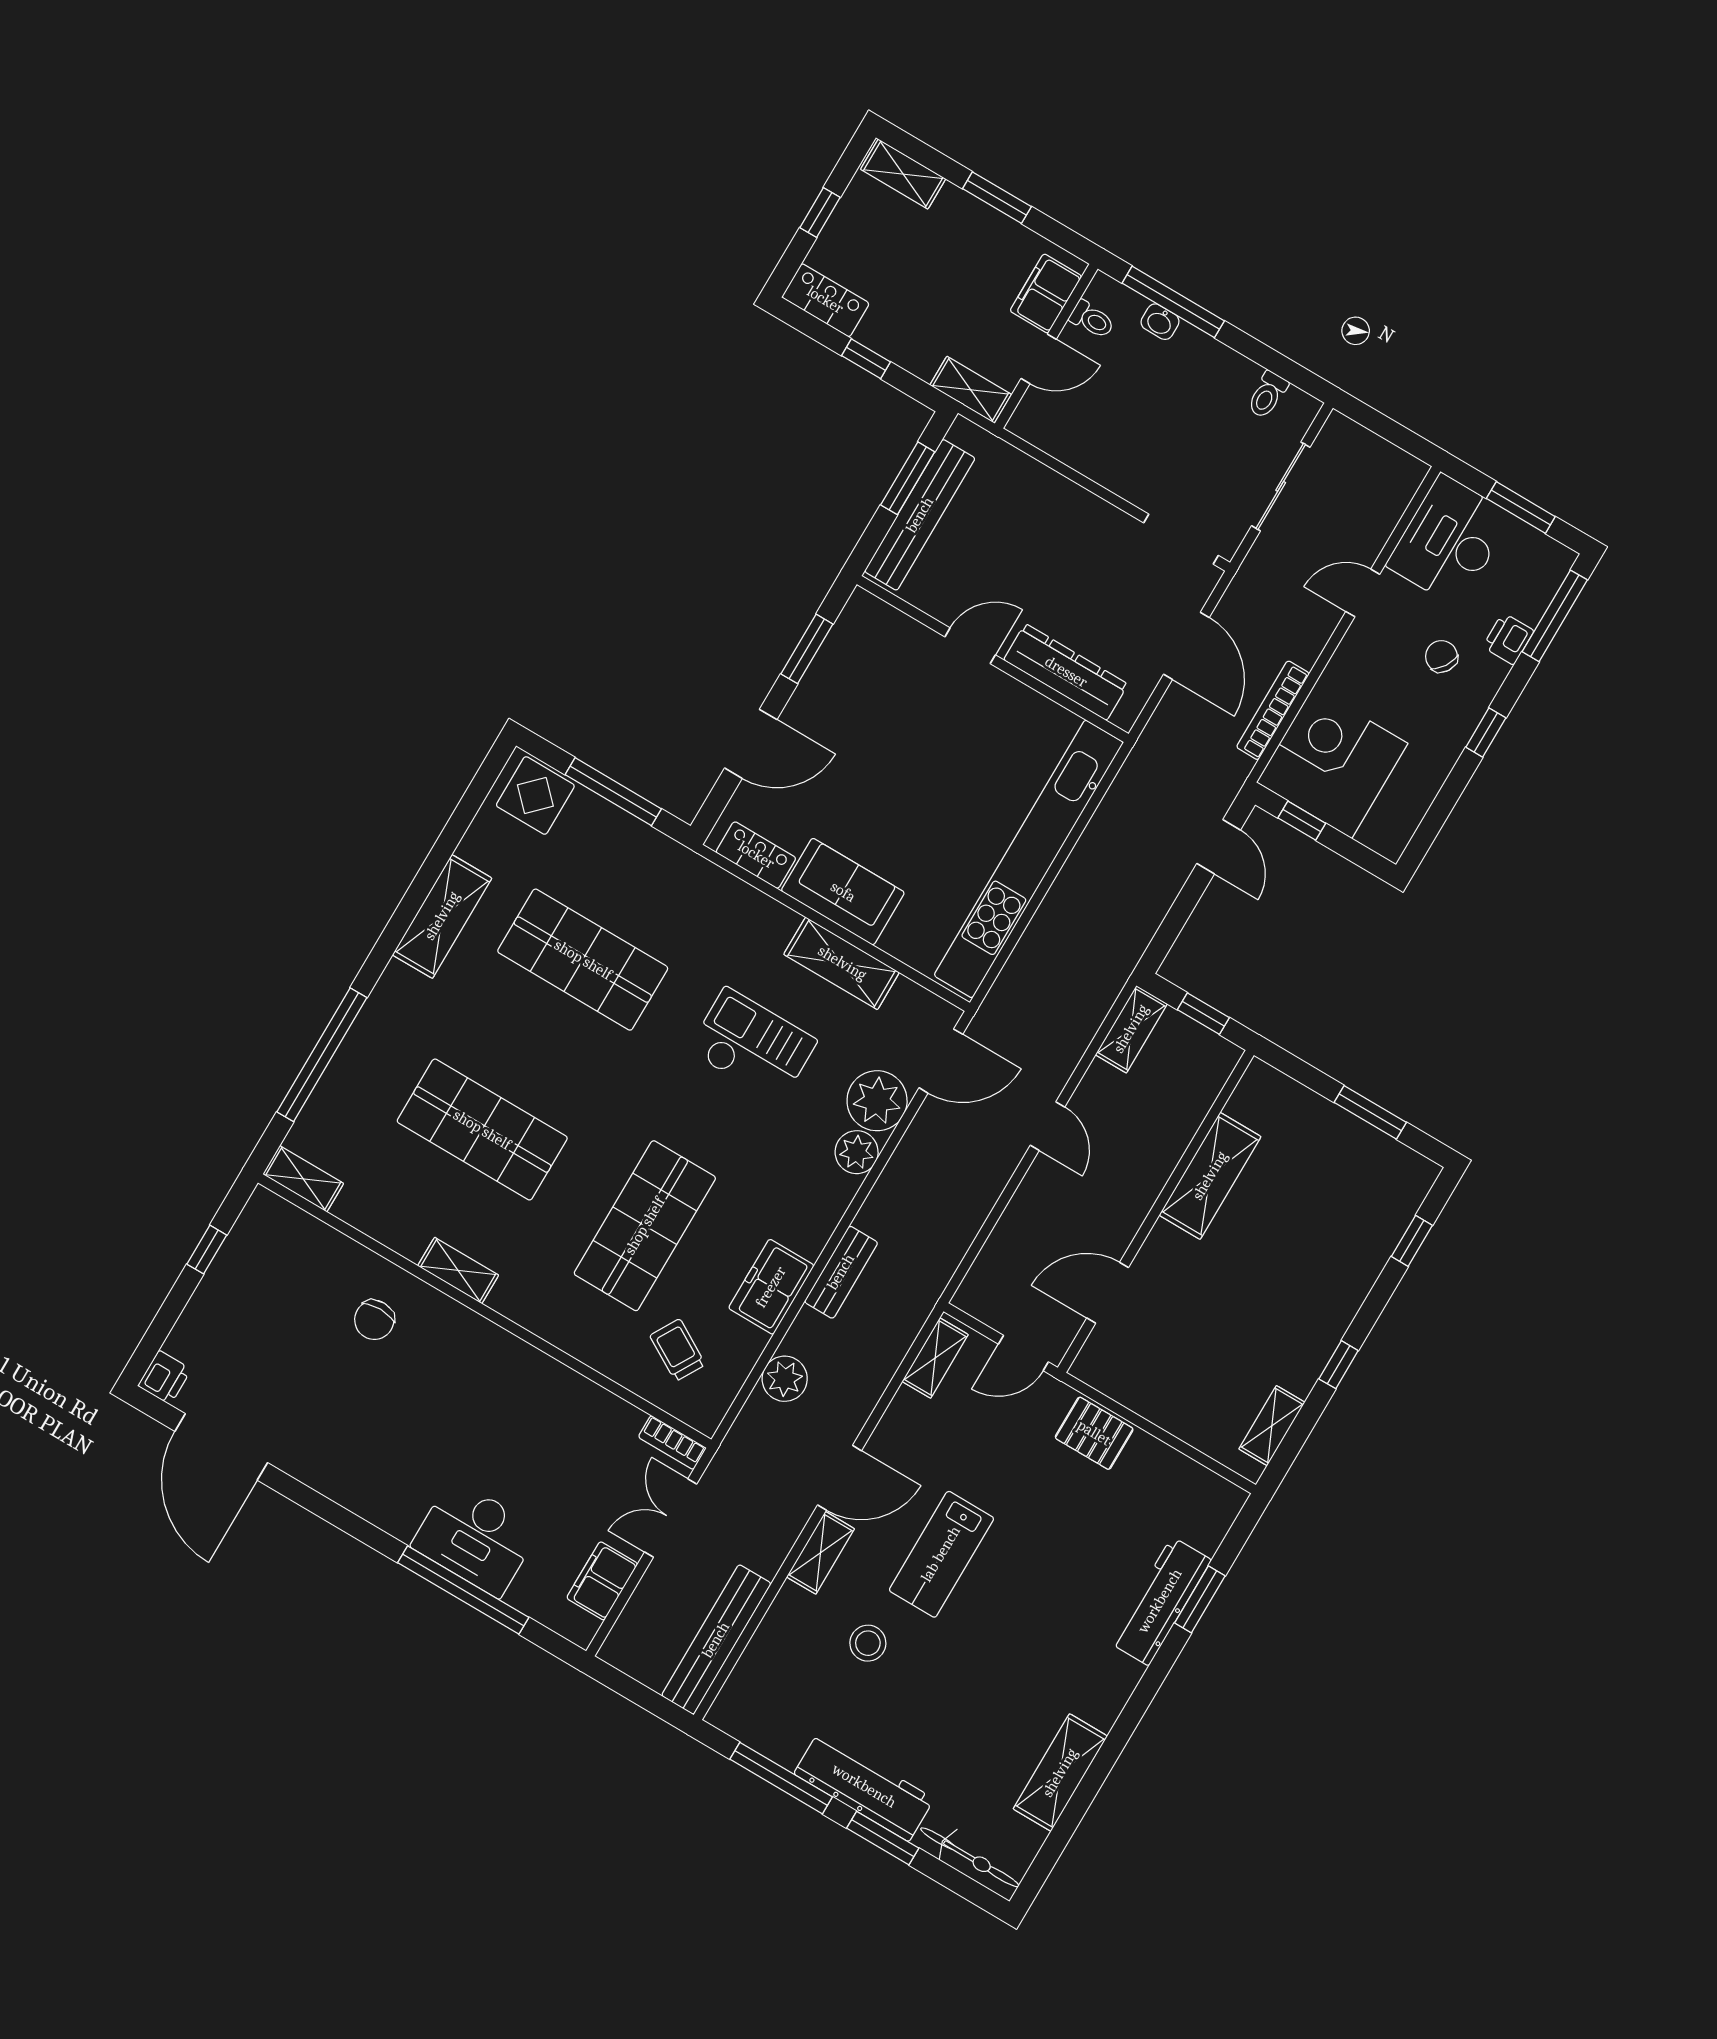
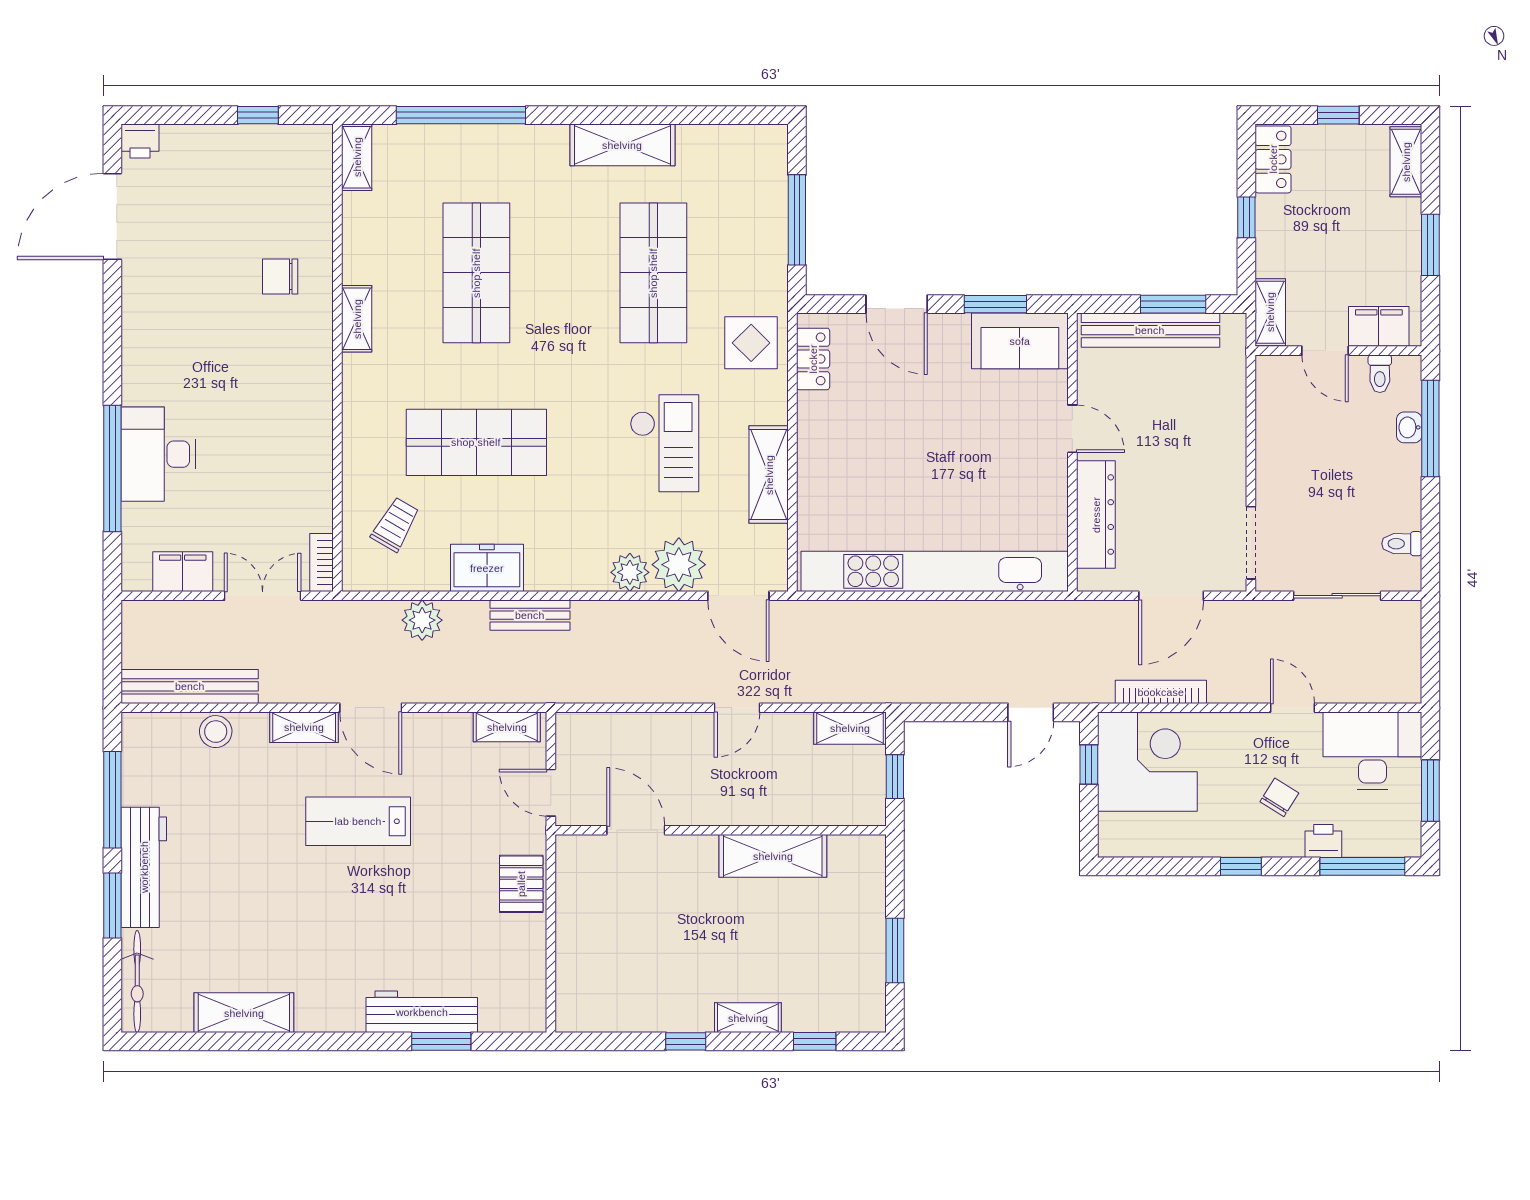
display table: (535, 795) -> (751, 343), moved
sofa: (843, 892) -> (1020, 341), moved, turned 90
shelving: (1272, 1426) -> (748, 1018), moved
stool: (868, 1643) -> (216, 732), moved

